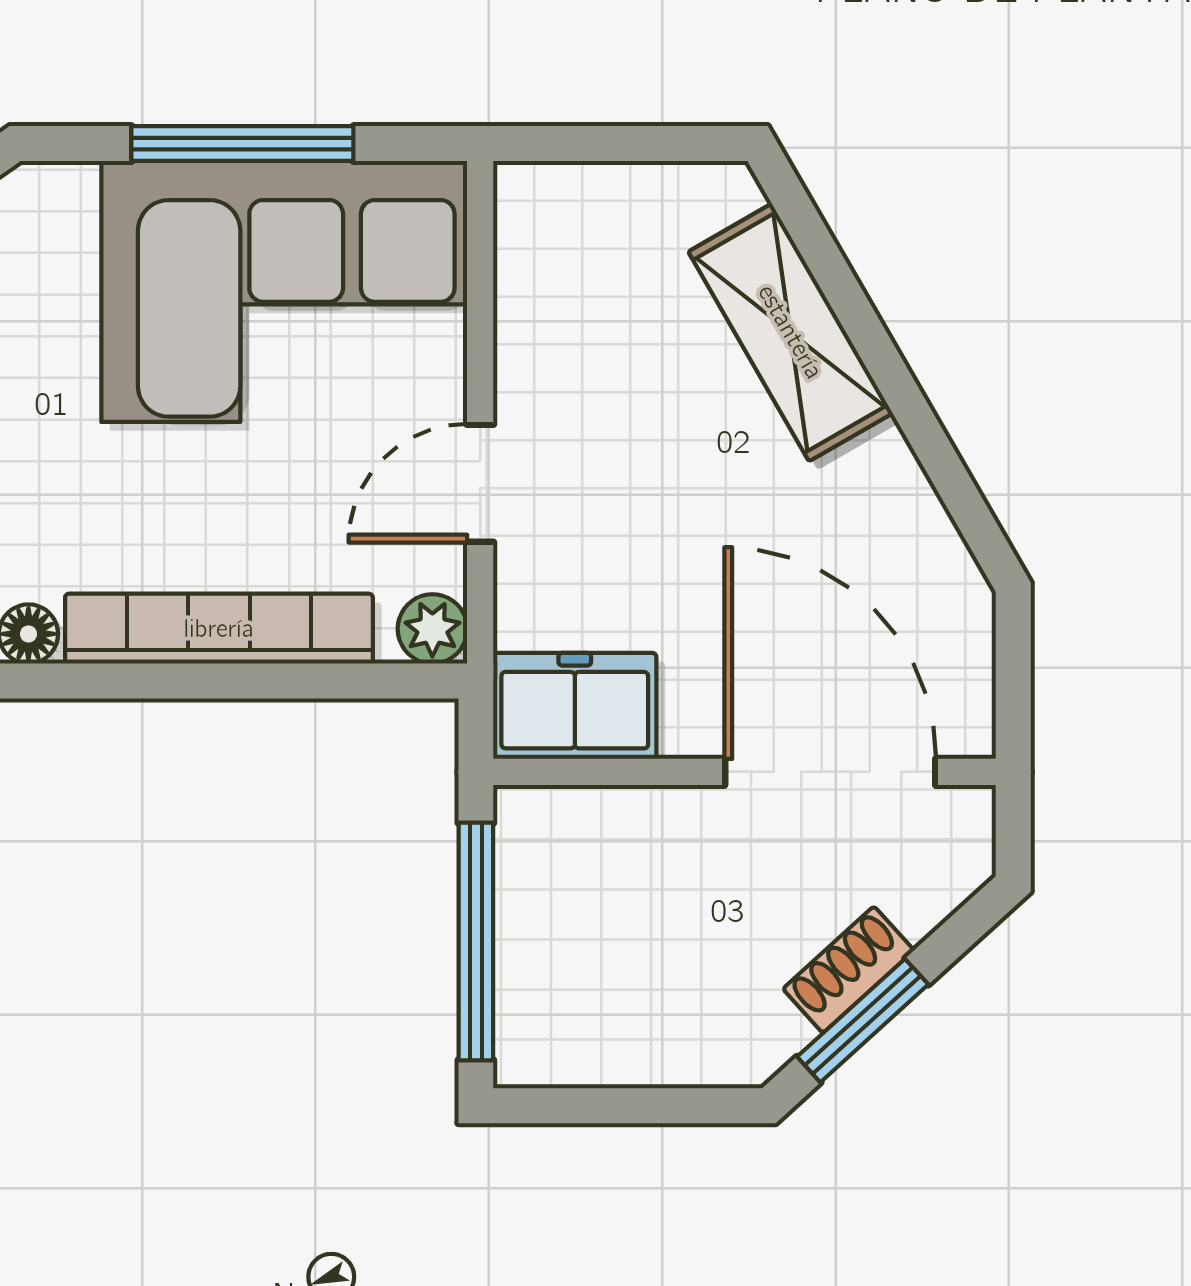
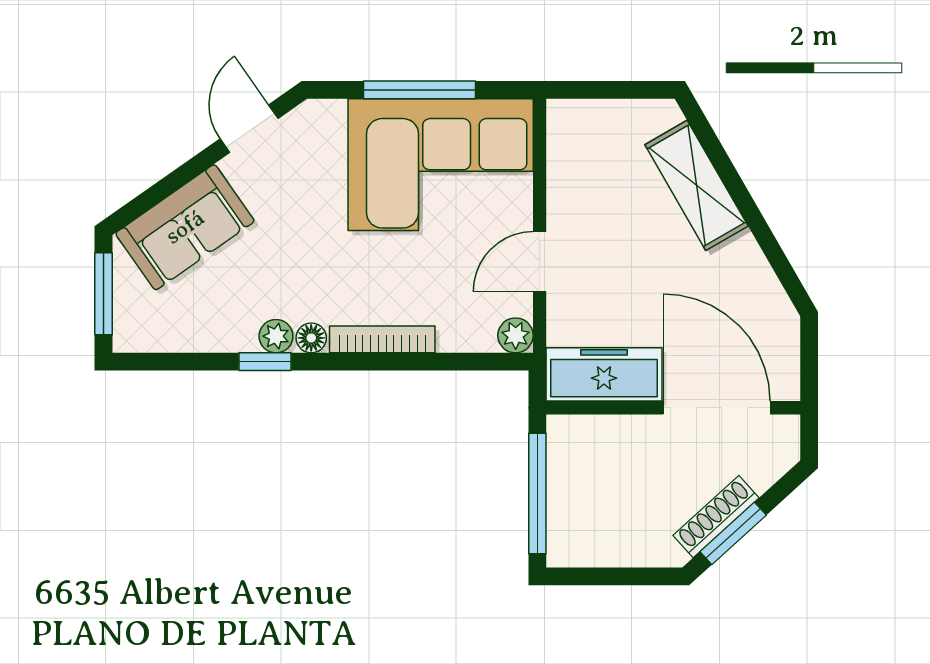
bookcase: (219, 629) -> (382, 339), width x0.68, depth x0.76
freezer: (575, 706) -> (604, 374), width x1.40
shoe rack: (848, 970) -> (716, 517), width x1.43

